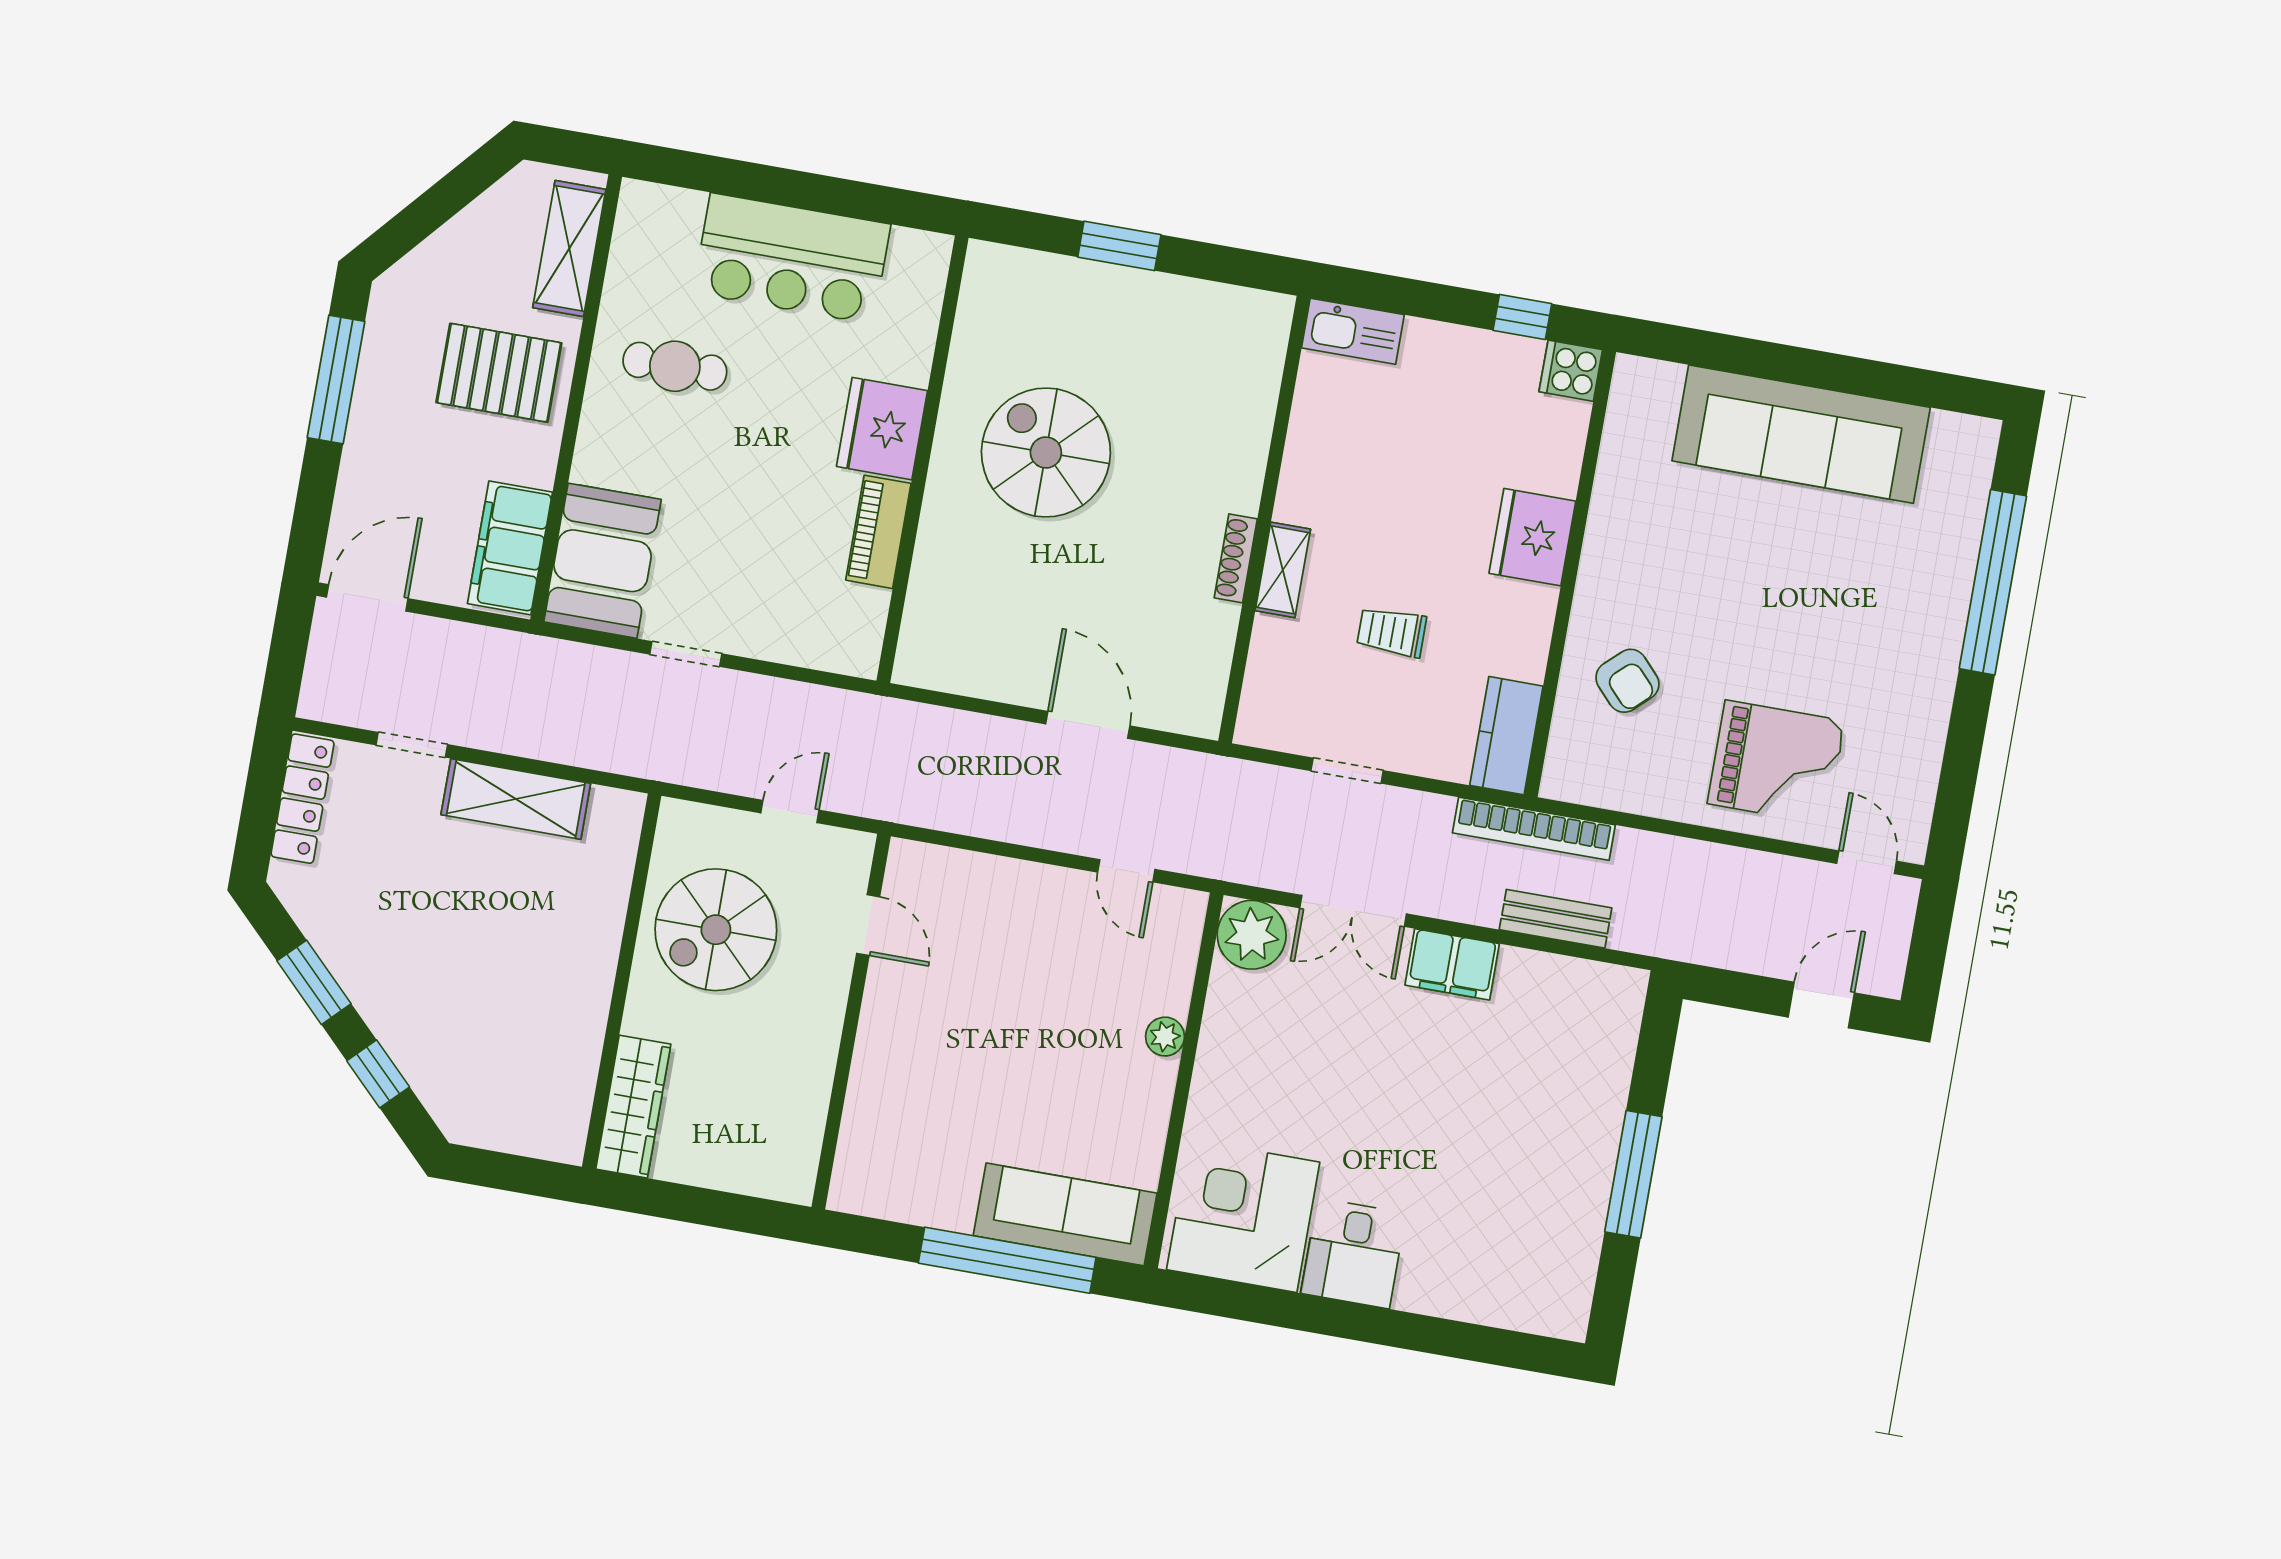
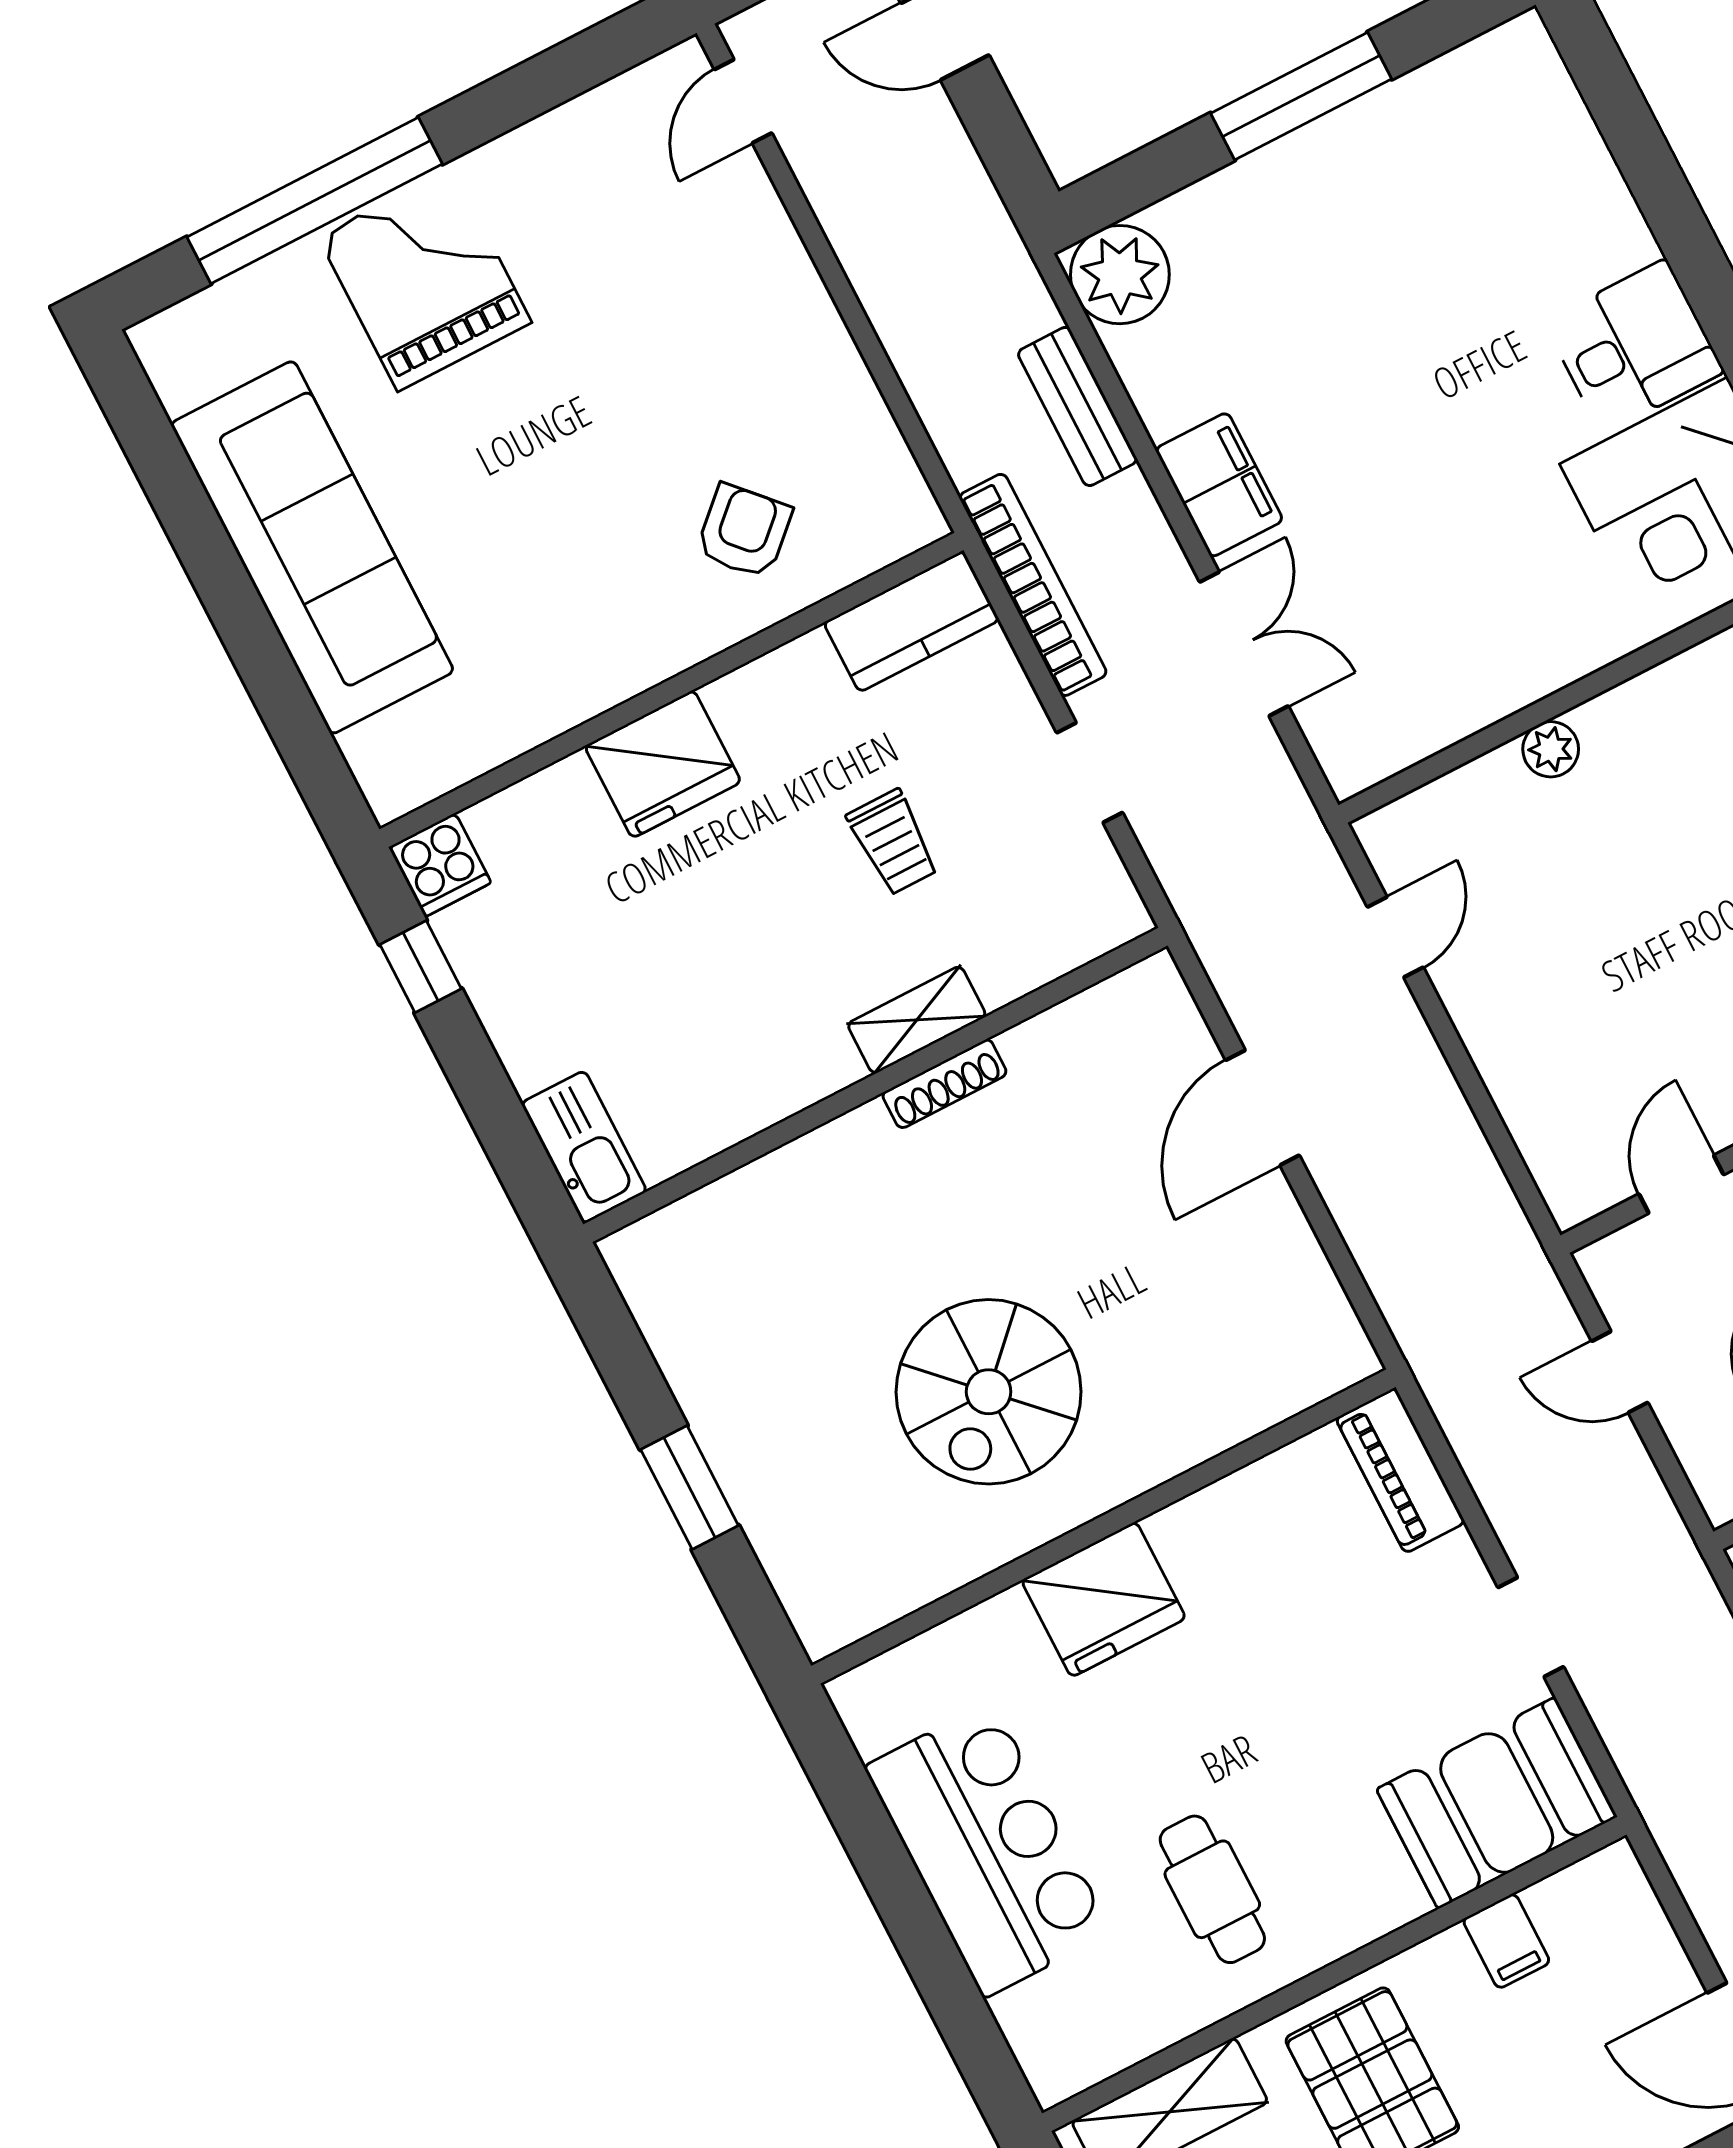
piano: (878, 532) -> (1400, 1470), moved, turned 90
filing cabinet: (510, 548) -> (1506, 1941), width x0.33, depth x0.86
grand piano: (1776, 762) -> (425, 280), moved
bookcase: (1534, 829) -> (1033, 585), moved
plant: (1252, 935) -> (1120, 275), moved

